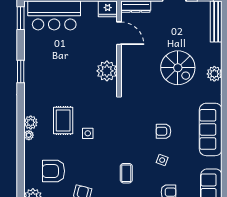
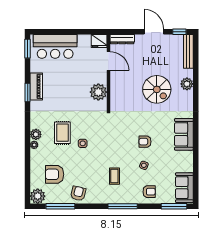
piano: (31, 64) -> (36, 86), added
plant: (214, 74) -> (187, 84), moved
sofa: (211, 129) -> (184, 134), width x0.73

